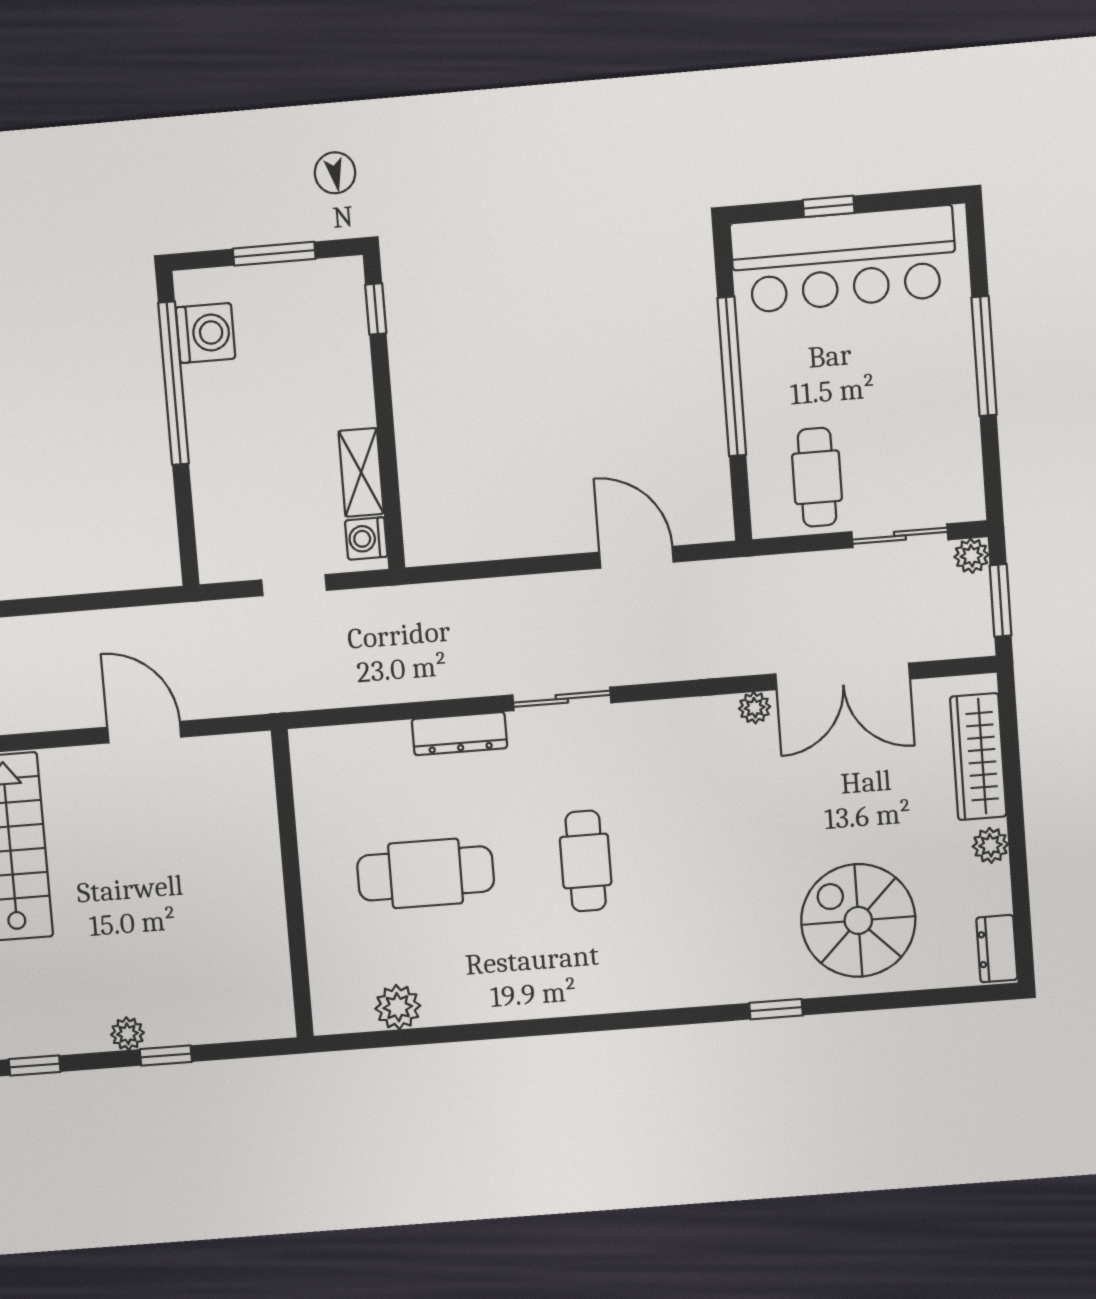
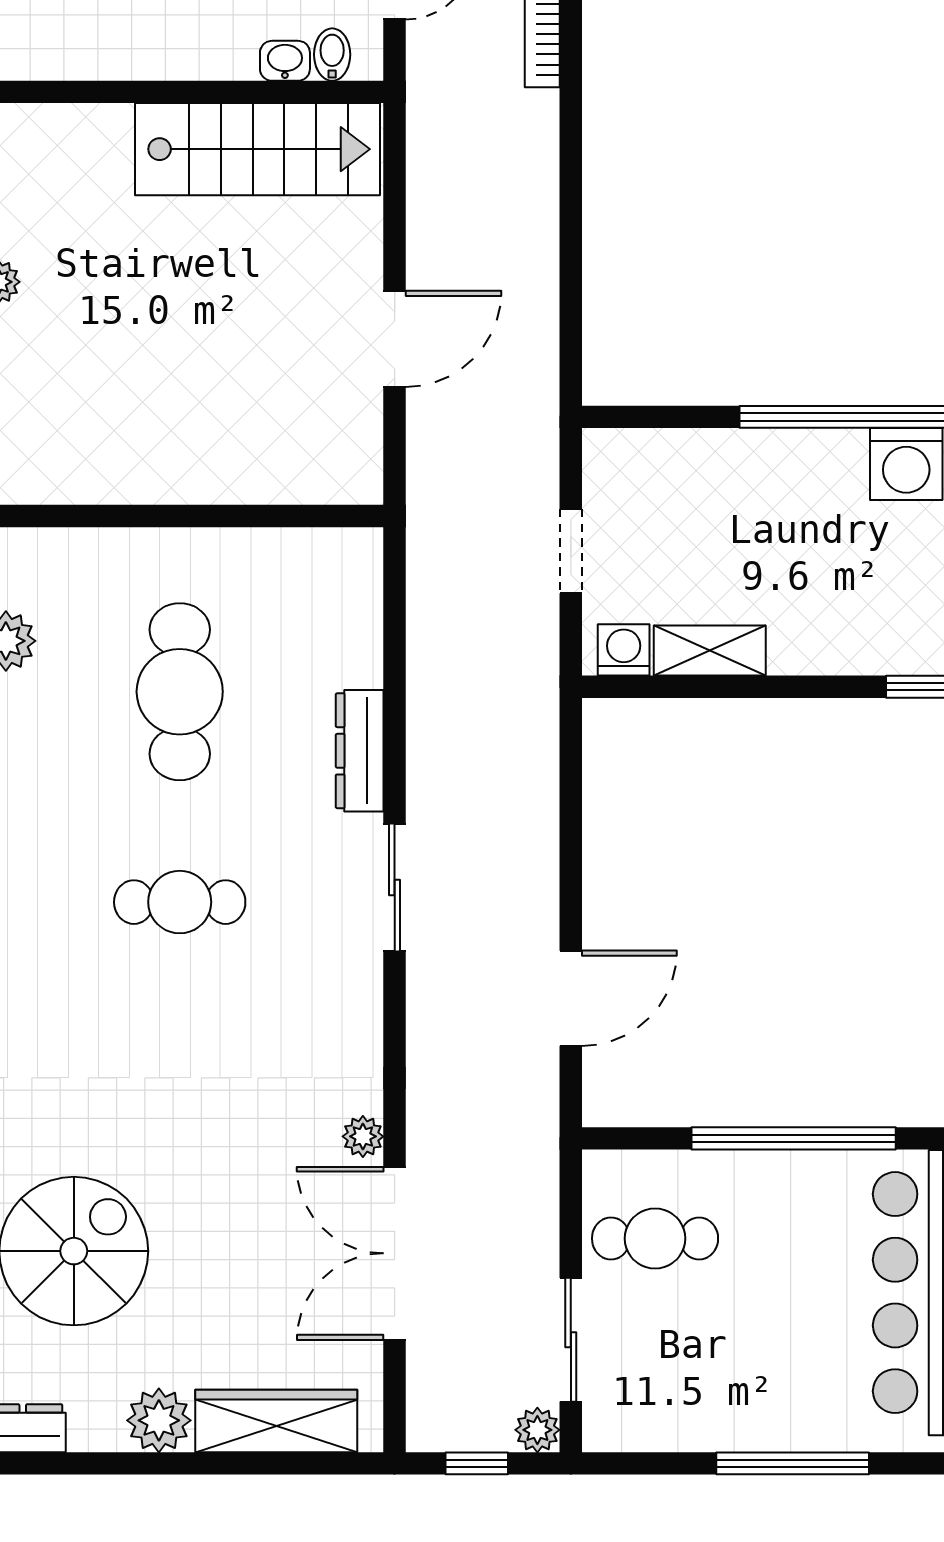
window: (1001, 600) -> (477, 1463), width x0.67
plant: (990, 845) -> (159, 1420), width x1.38, depth x1.38

